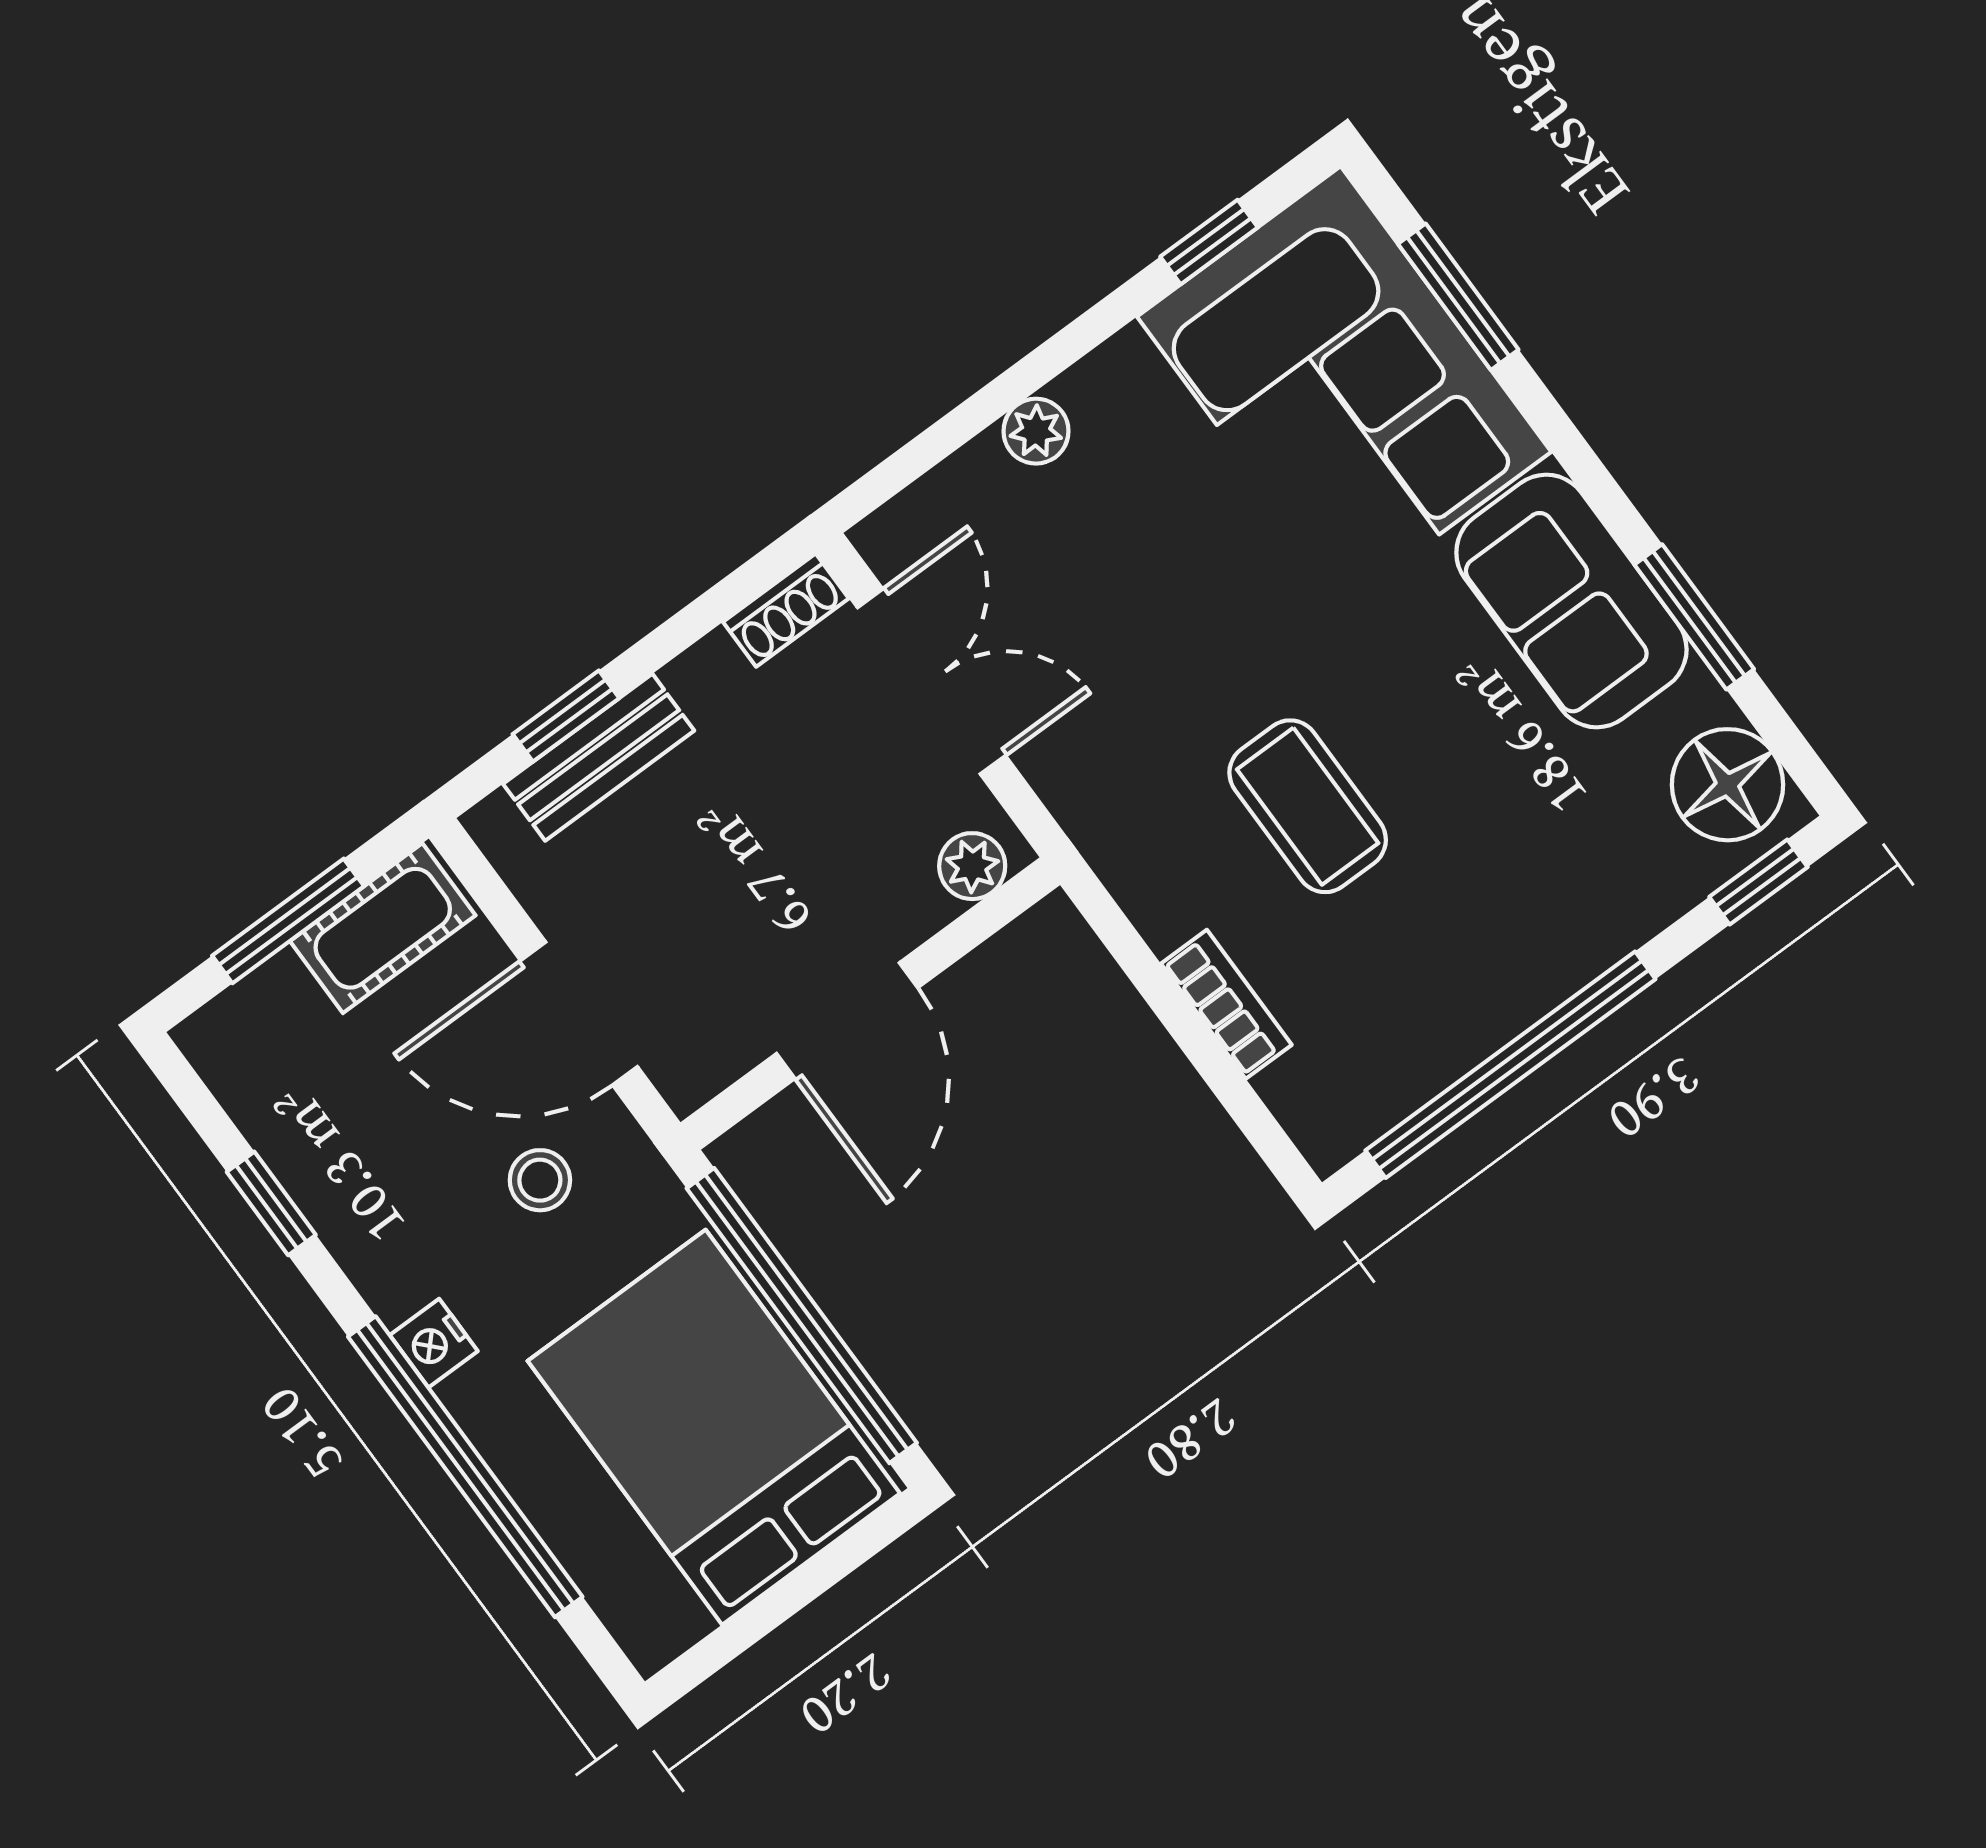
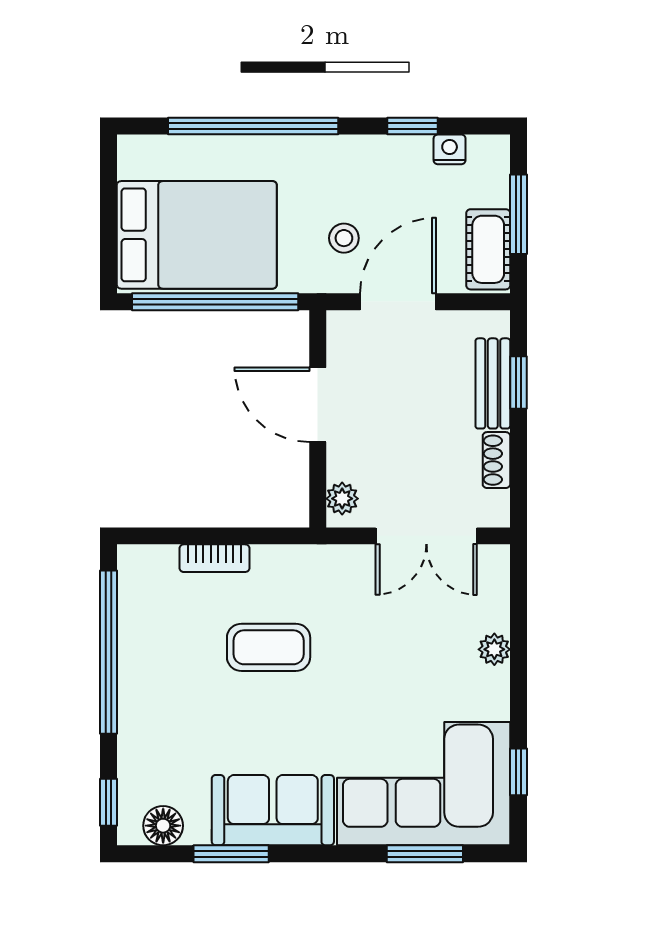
shoe rack: (786, 610) -> (496, 460), moved
floor lamp: (1727, 785) -> (163, 826), width x0.73, depth x0.73
nightstand: (434, 1343) -> (450, 149), moved

